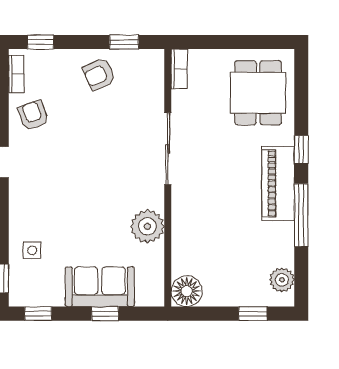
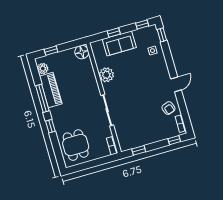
armchair: (99, 74) -> (145, 134), removed
piano: (278, 183) -> (51, 90), moved

